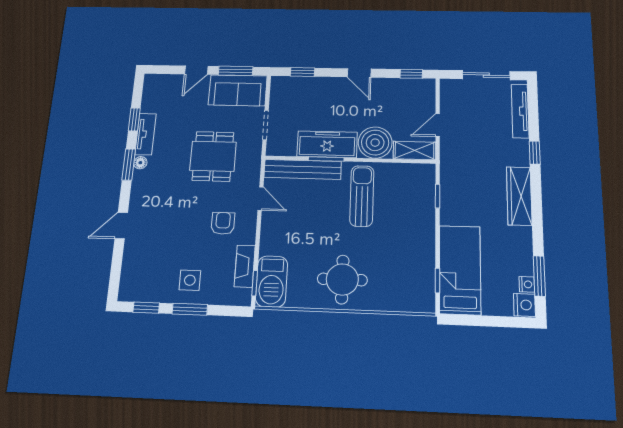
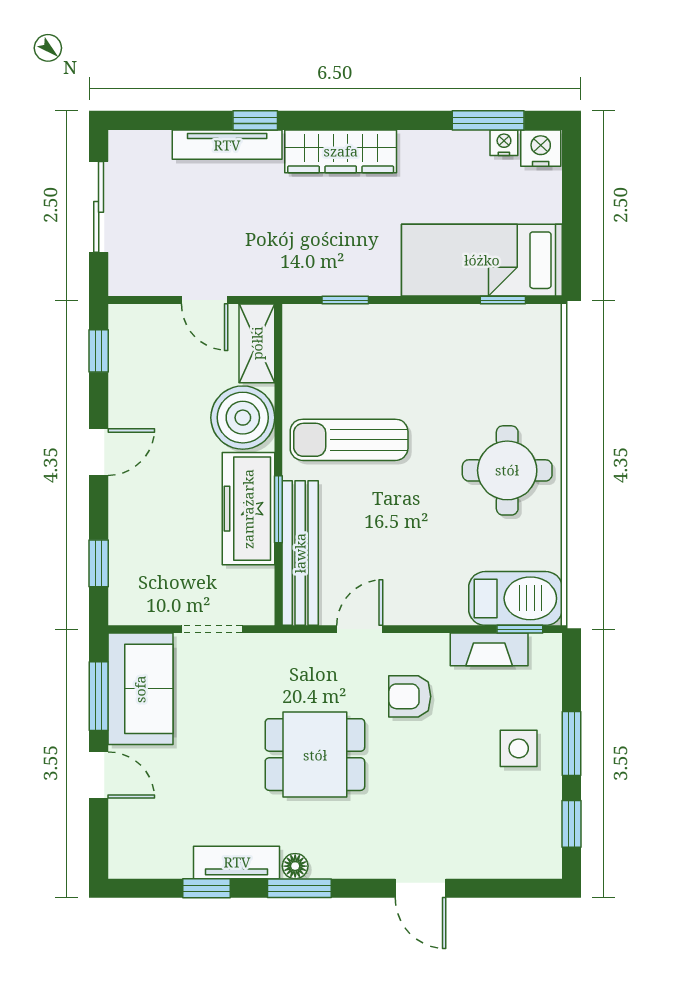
tv unit: (520, 111) -> (227, 145), moved
dining table: (213, 156) -> (315, 755), moved

